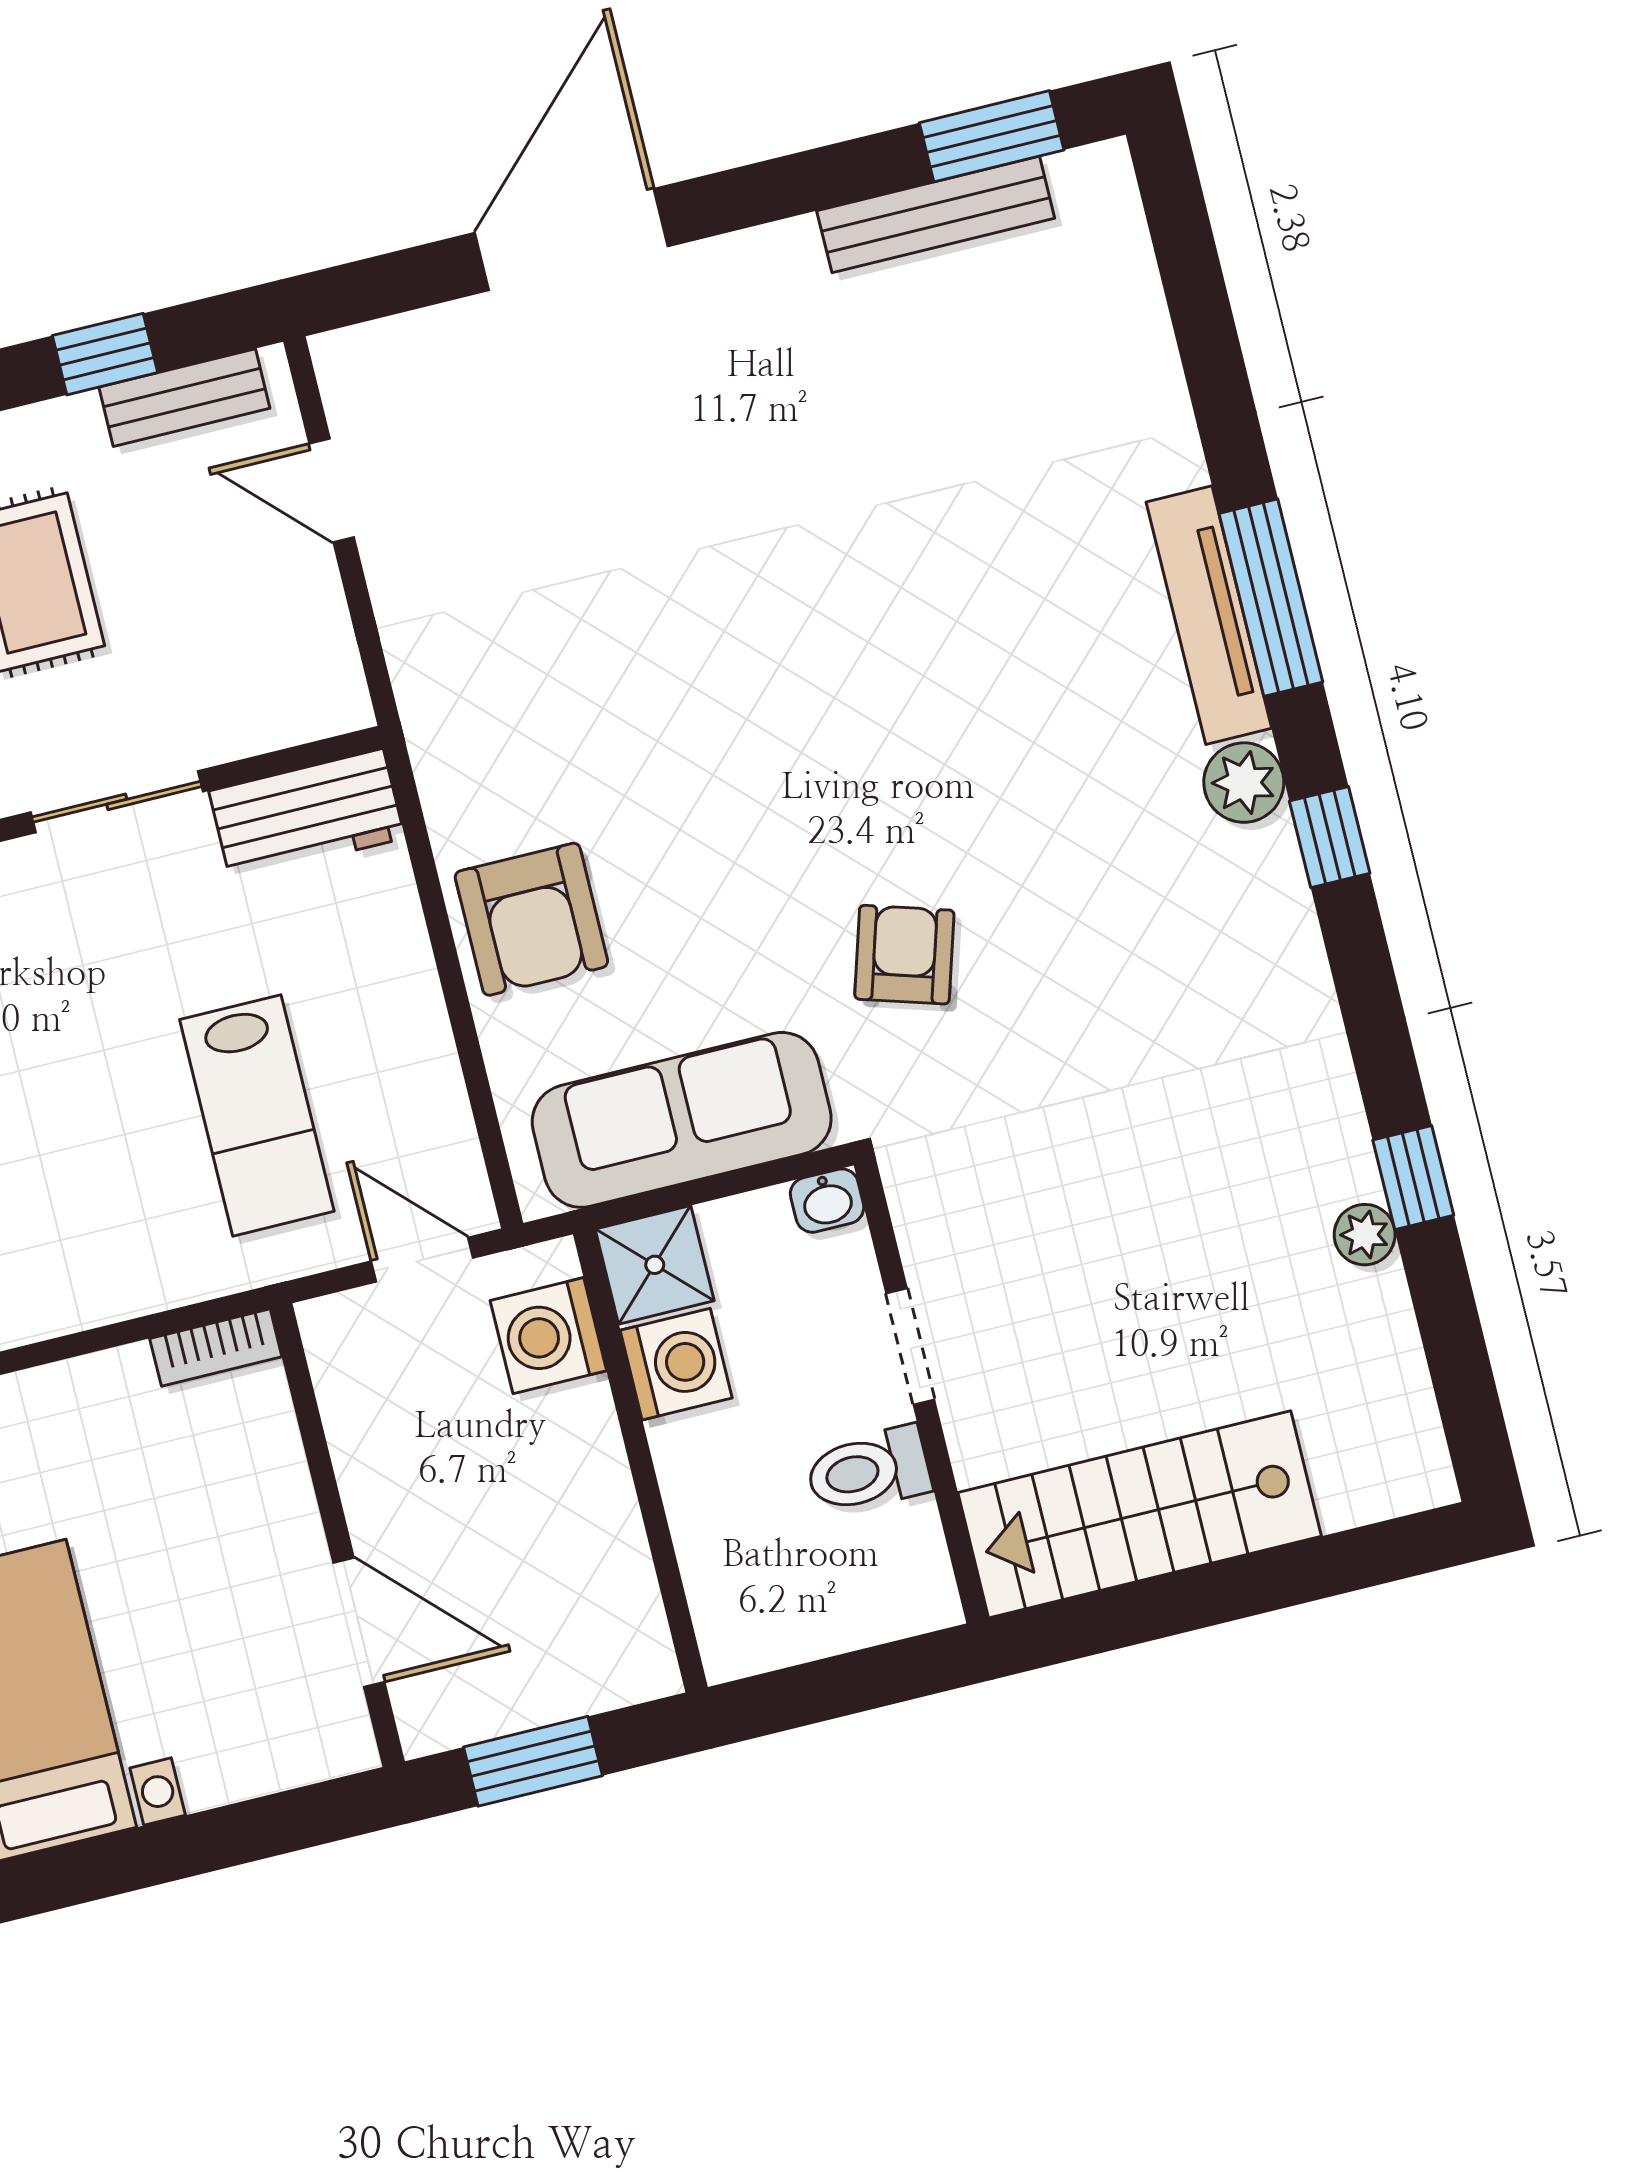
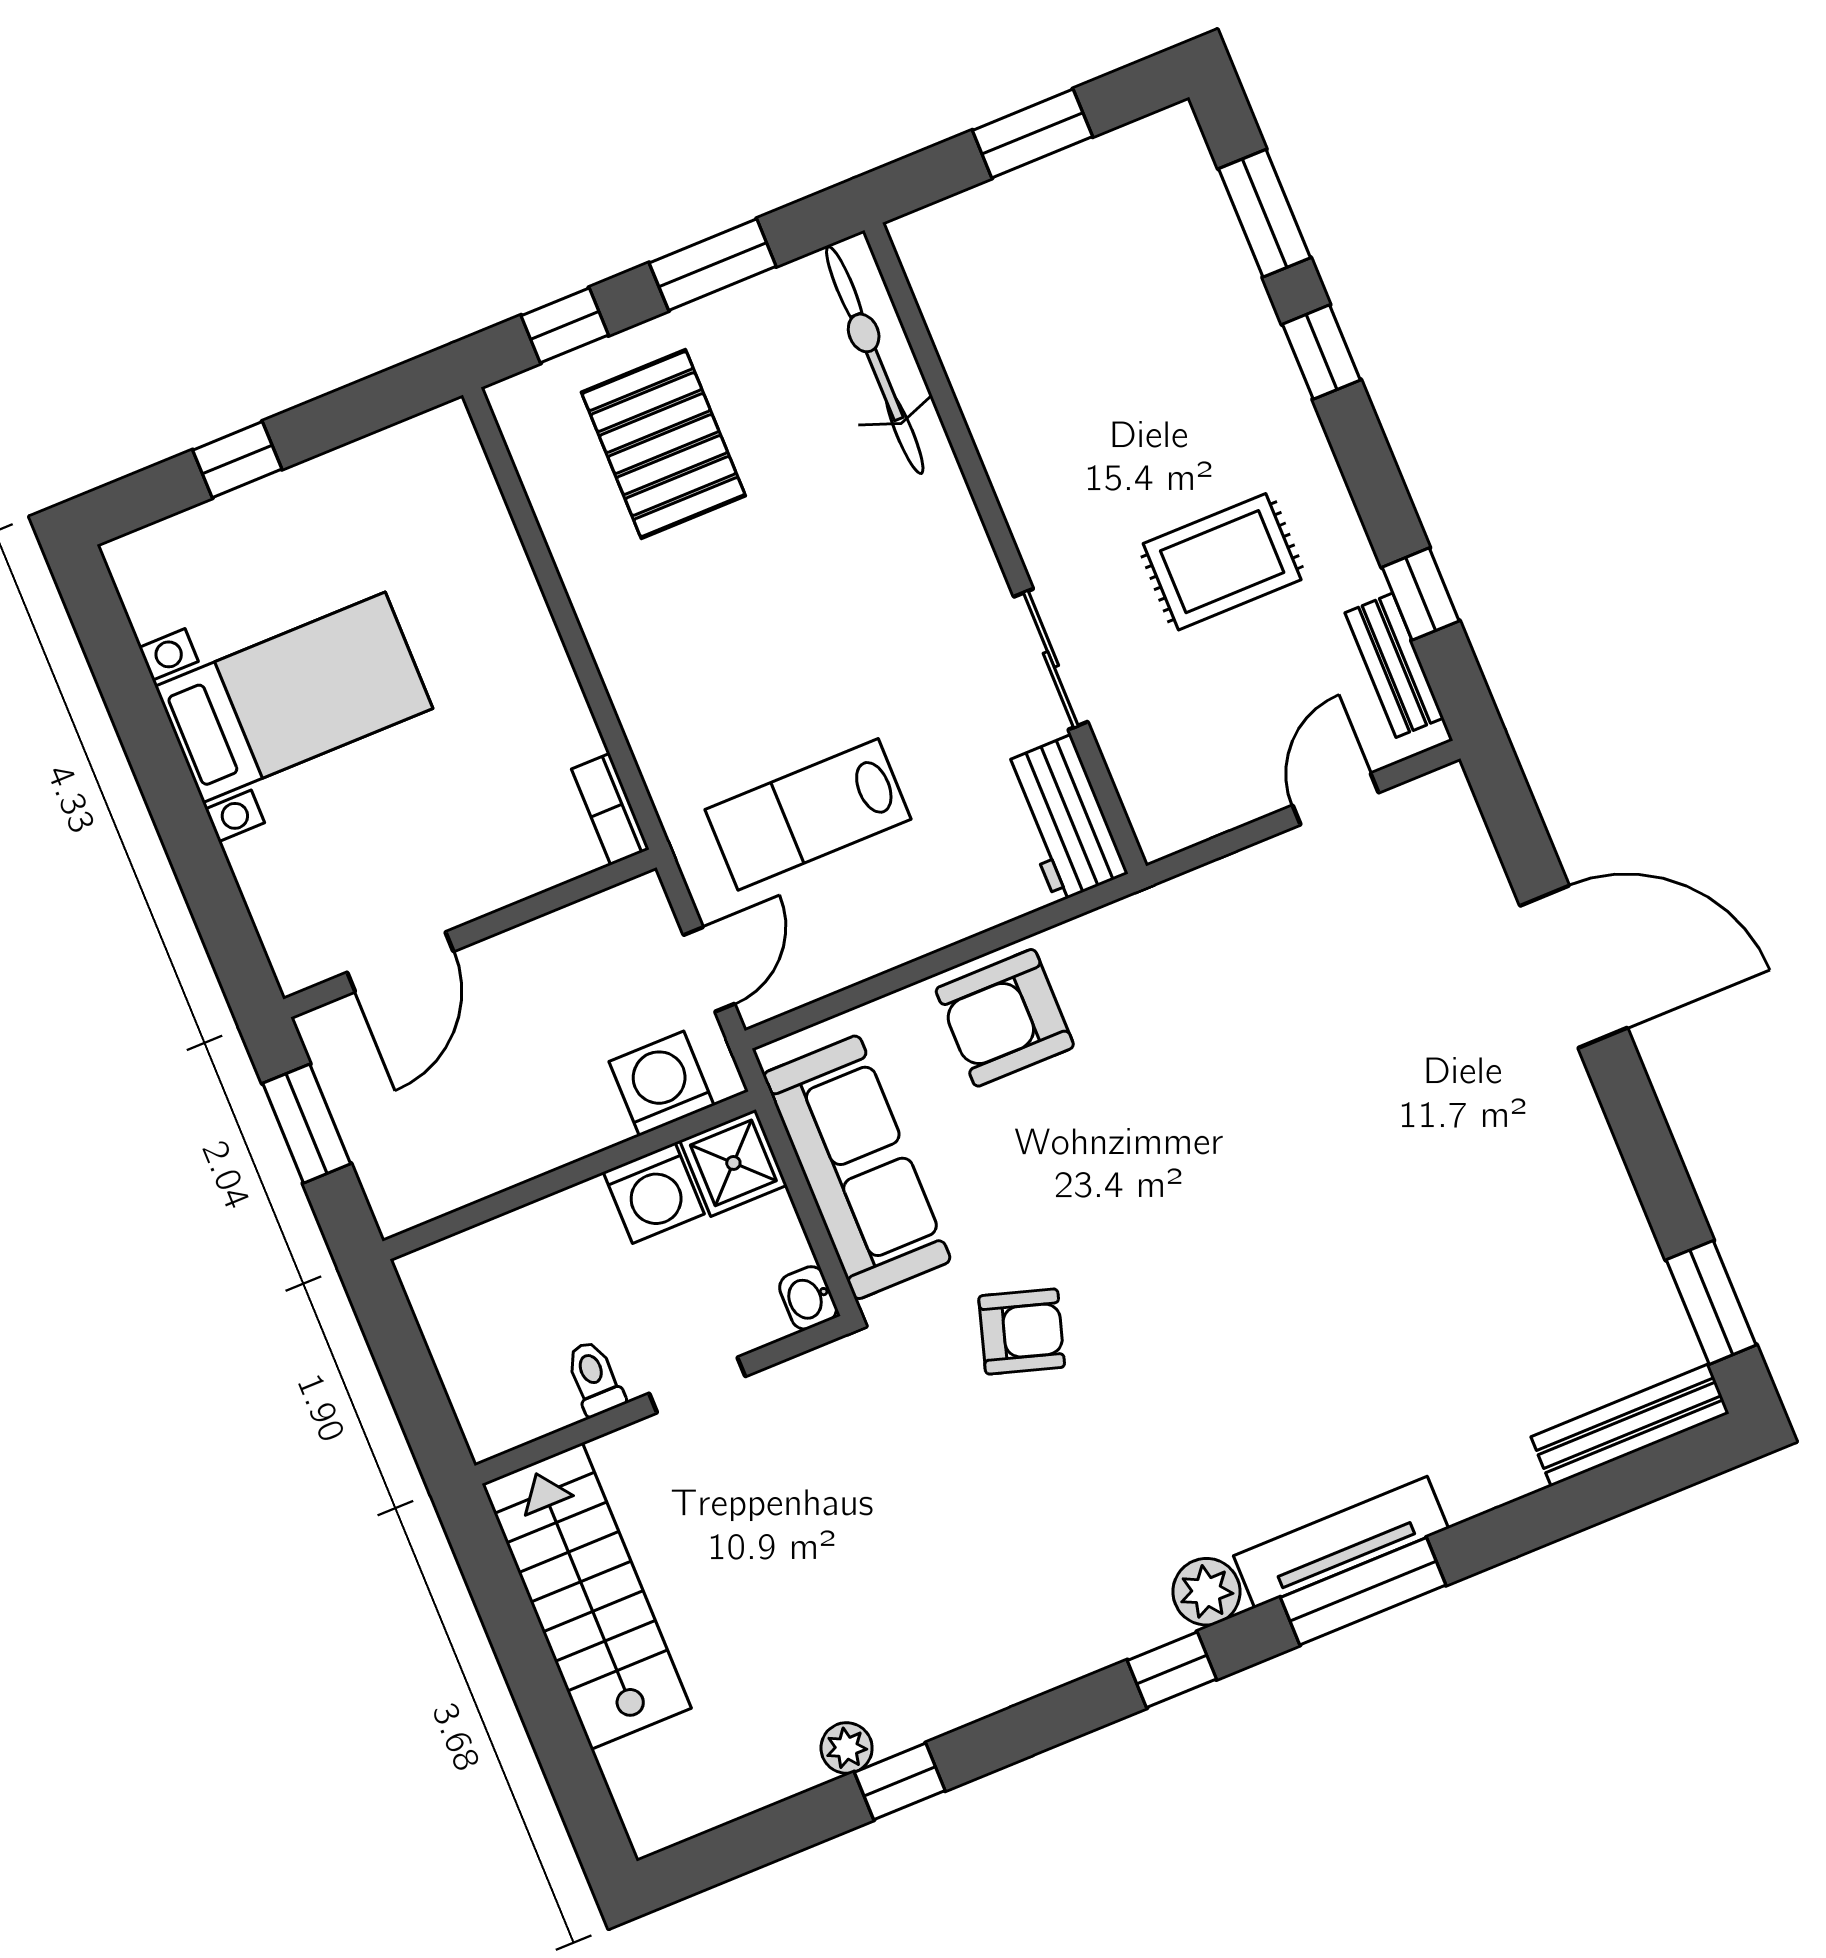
bench: (936, 214) -> (1630, 1425), moved, turned 90
toilet: (868, 1470) -> (595, 1378), width x0.73, depth x0.72

